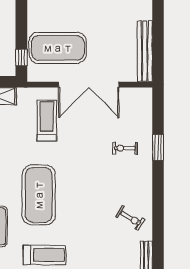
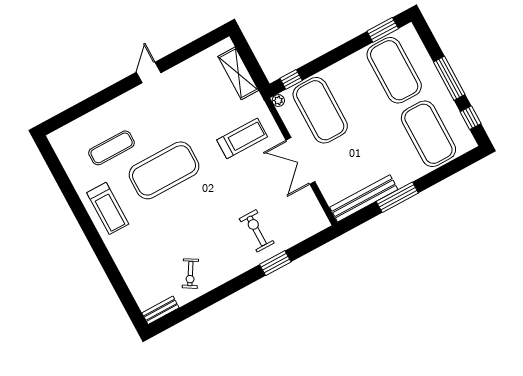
window: (158, 24) -> (397, 197), added
plant: (32, 76) -> (278, 100), added
double door: (89, 85) -> (300, 161), width x0.73
exercise bike: (125, 148) -> (257, 231), width x1.38, depth x1.39

